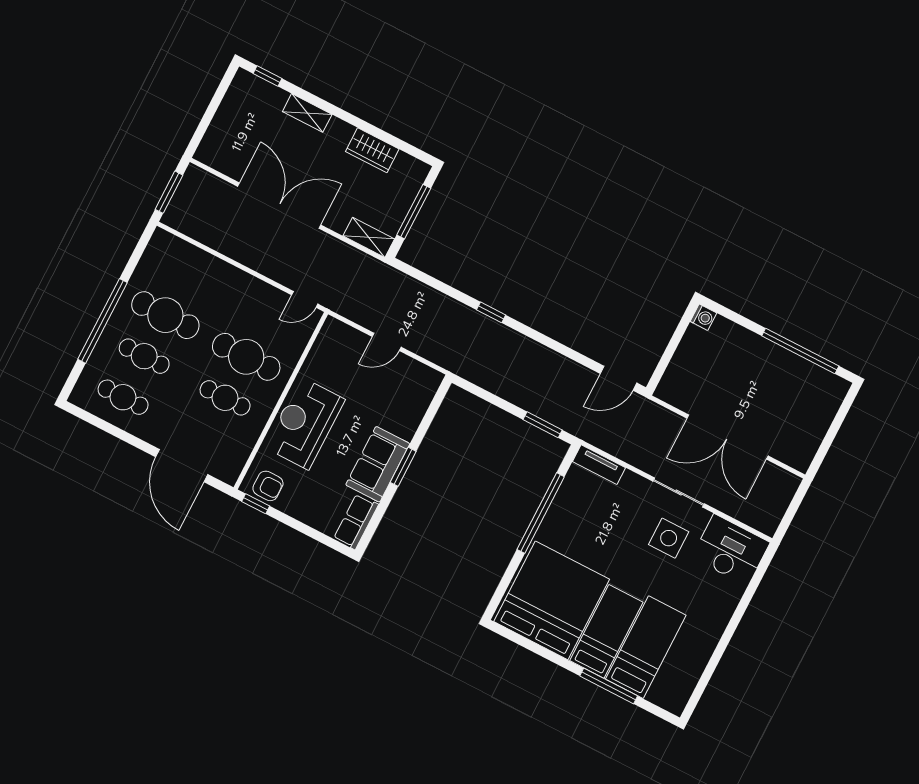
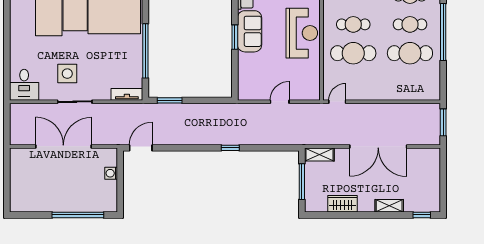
washing machine: (703, 317) -> (111, 173), moved
window: (800, 351) -> (78, 215), moved
desk: (731, 550) -> (24, 85), width x0.73

